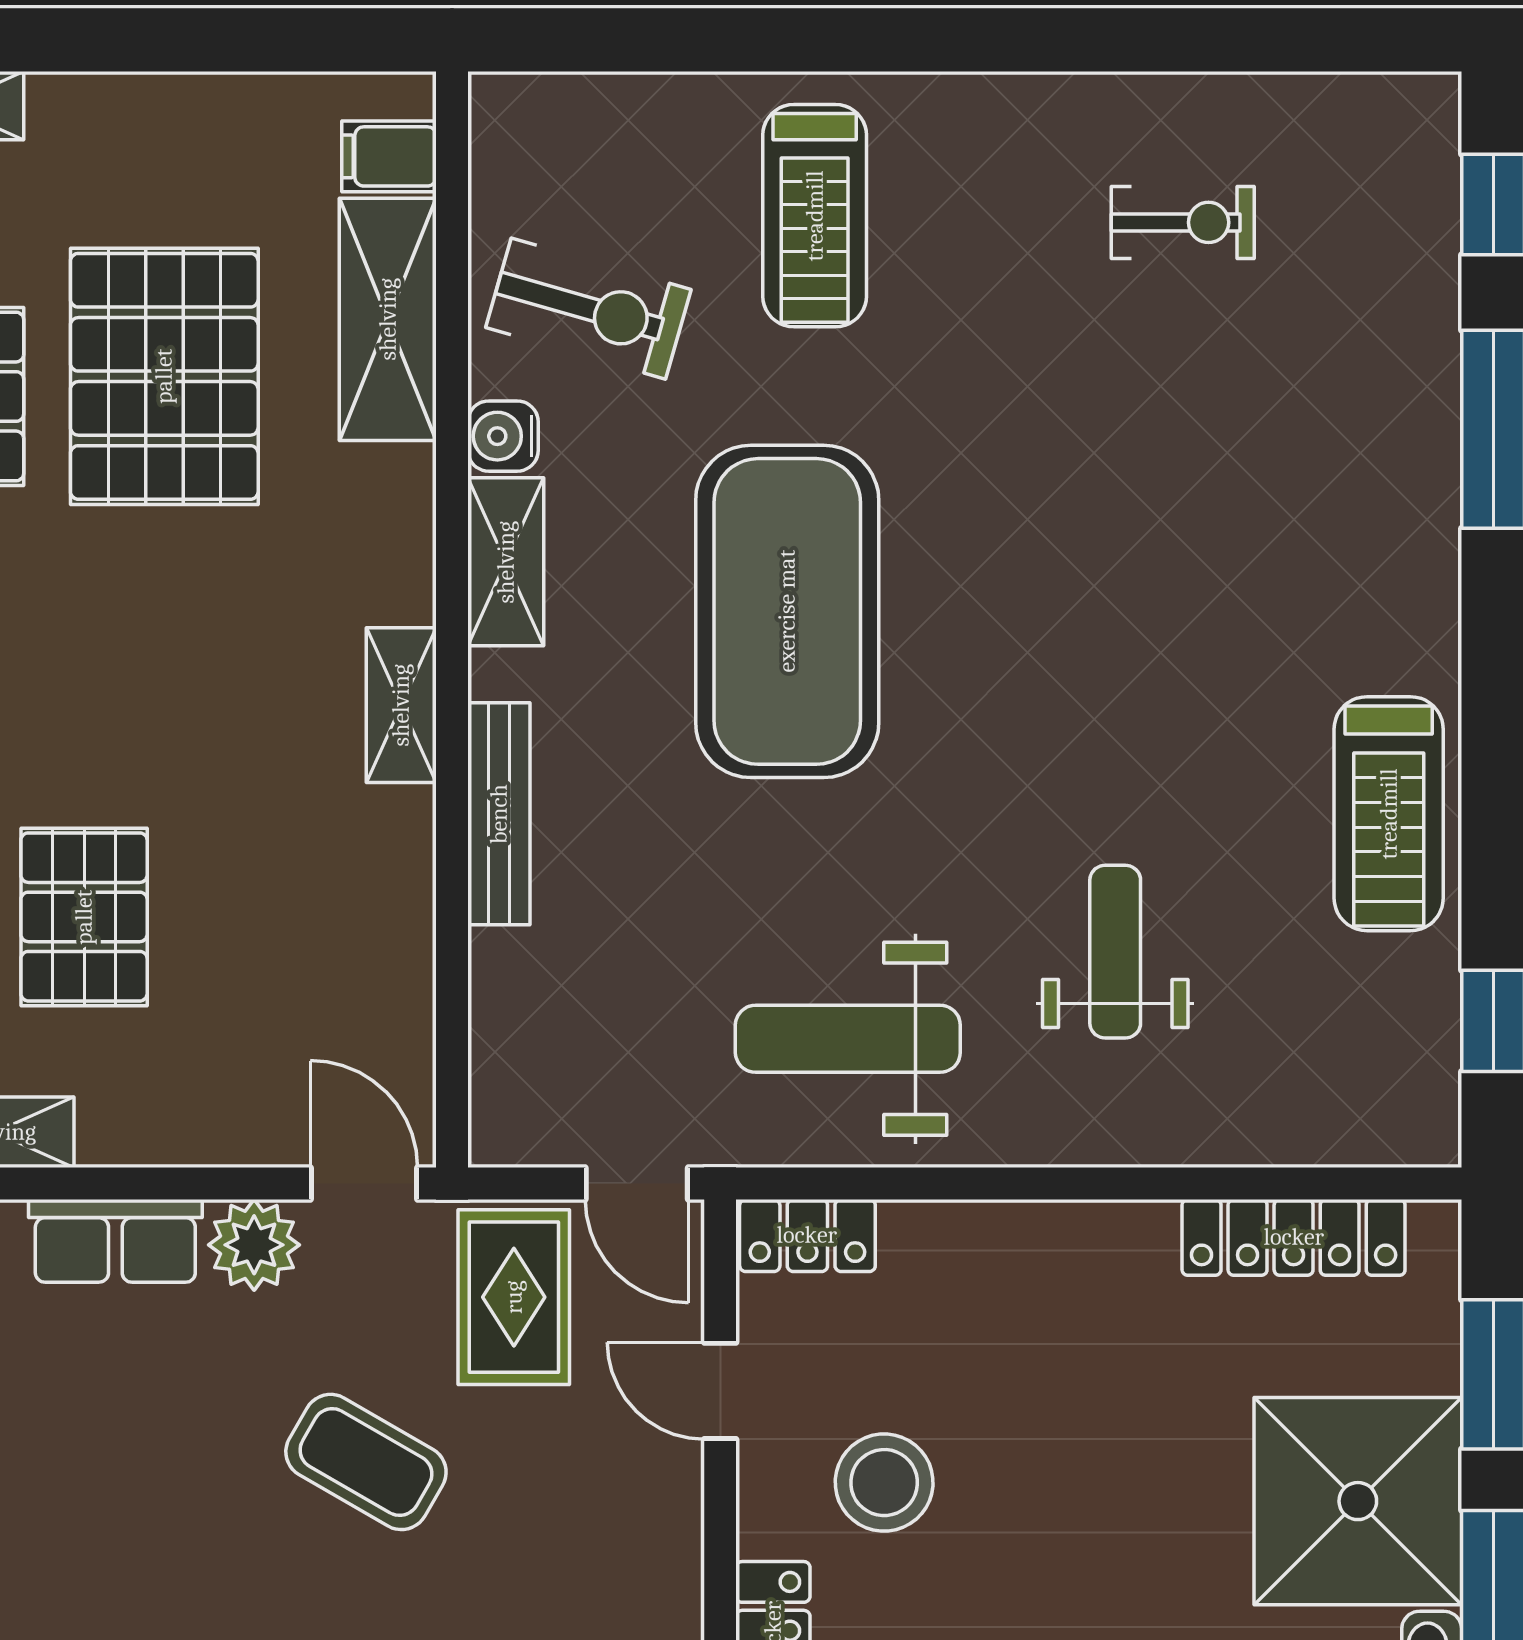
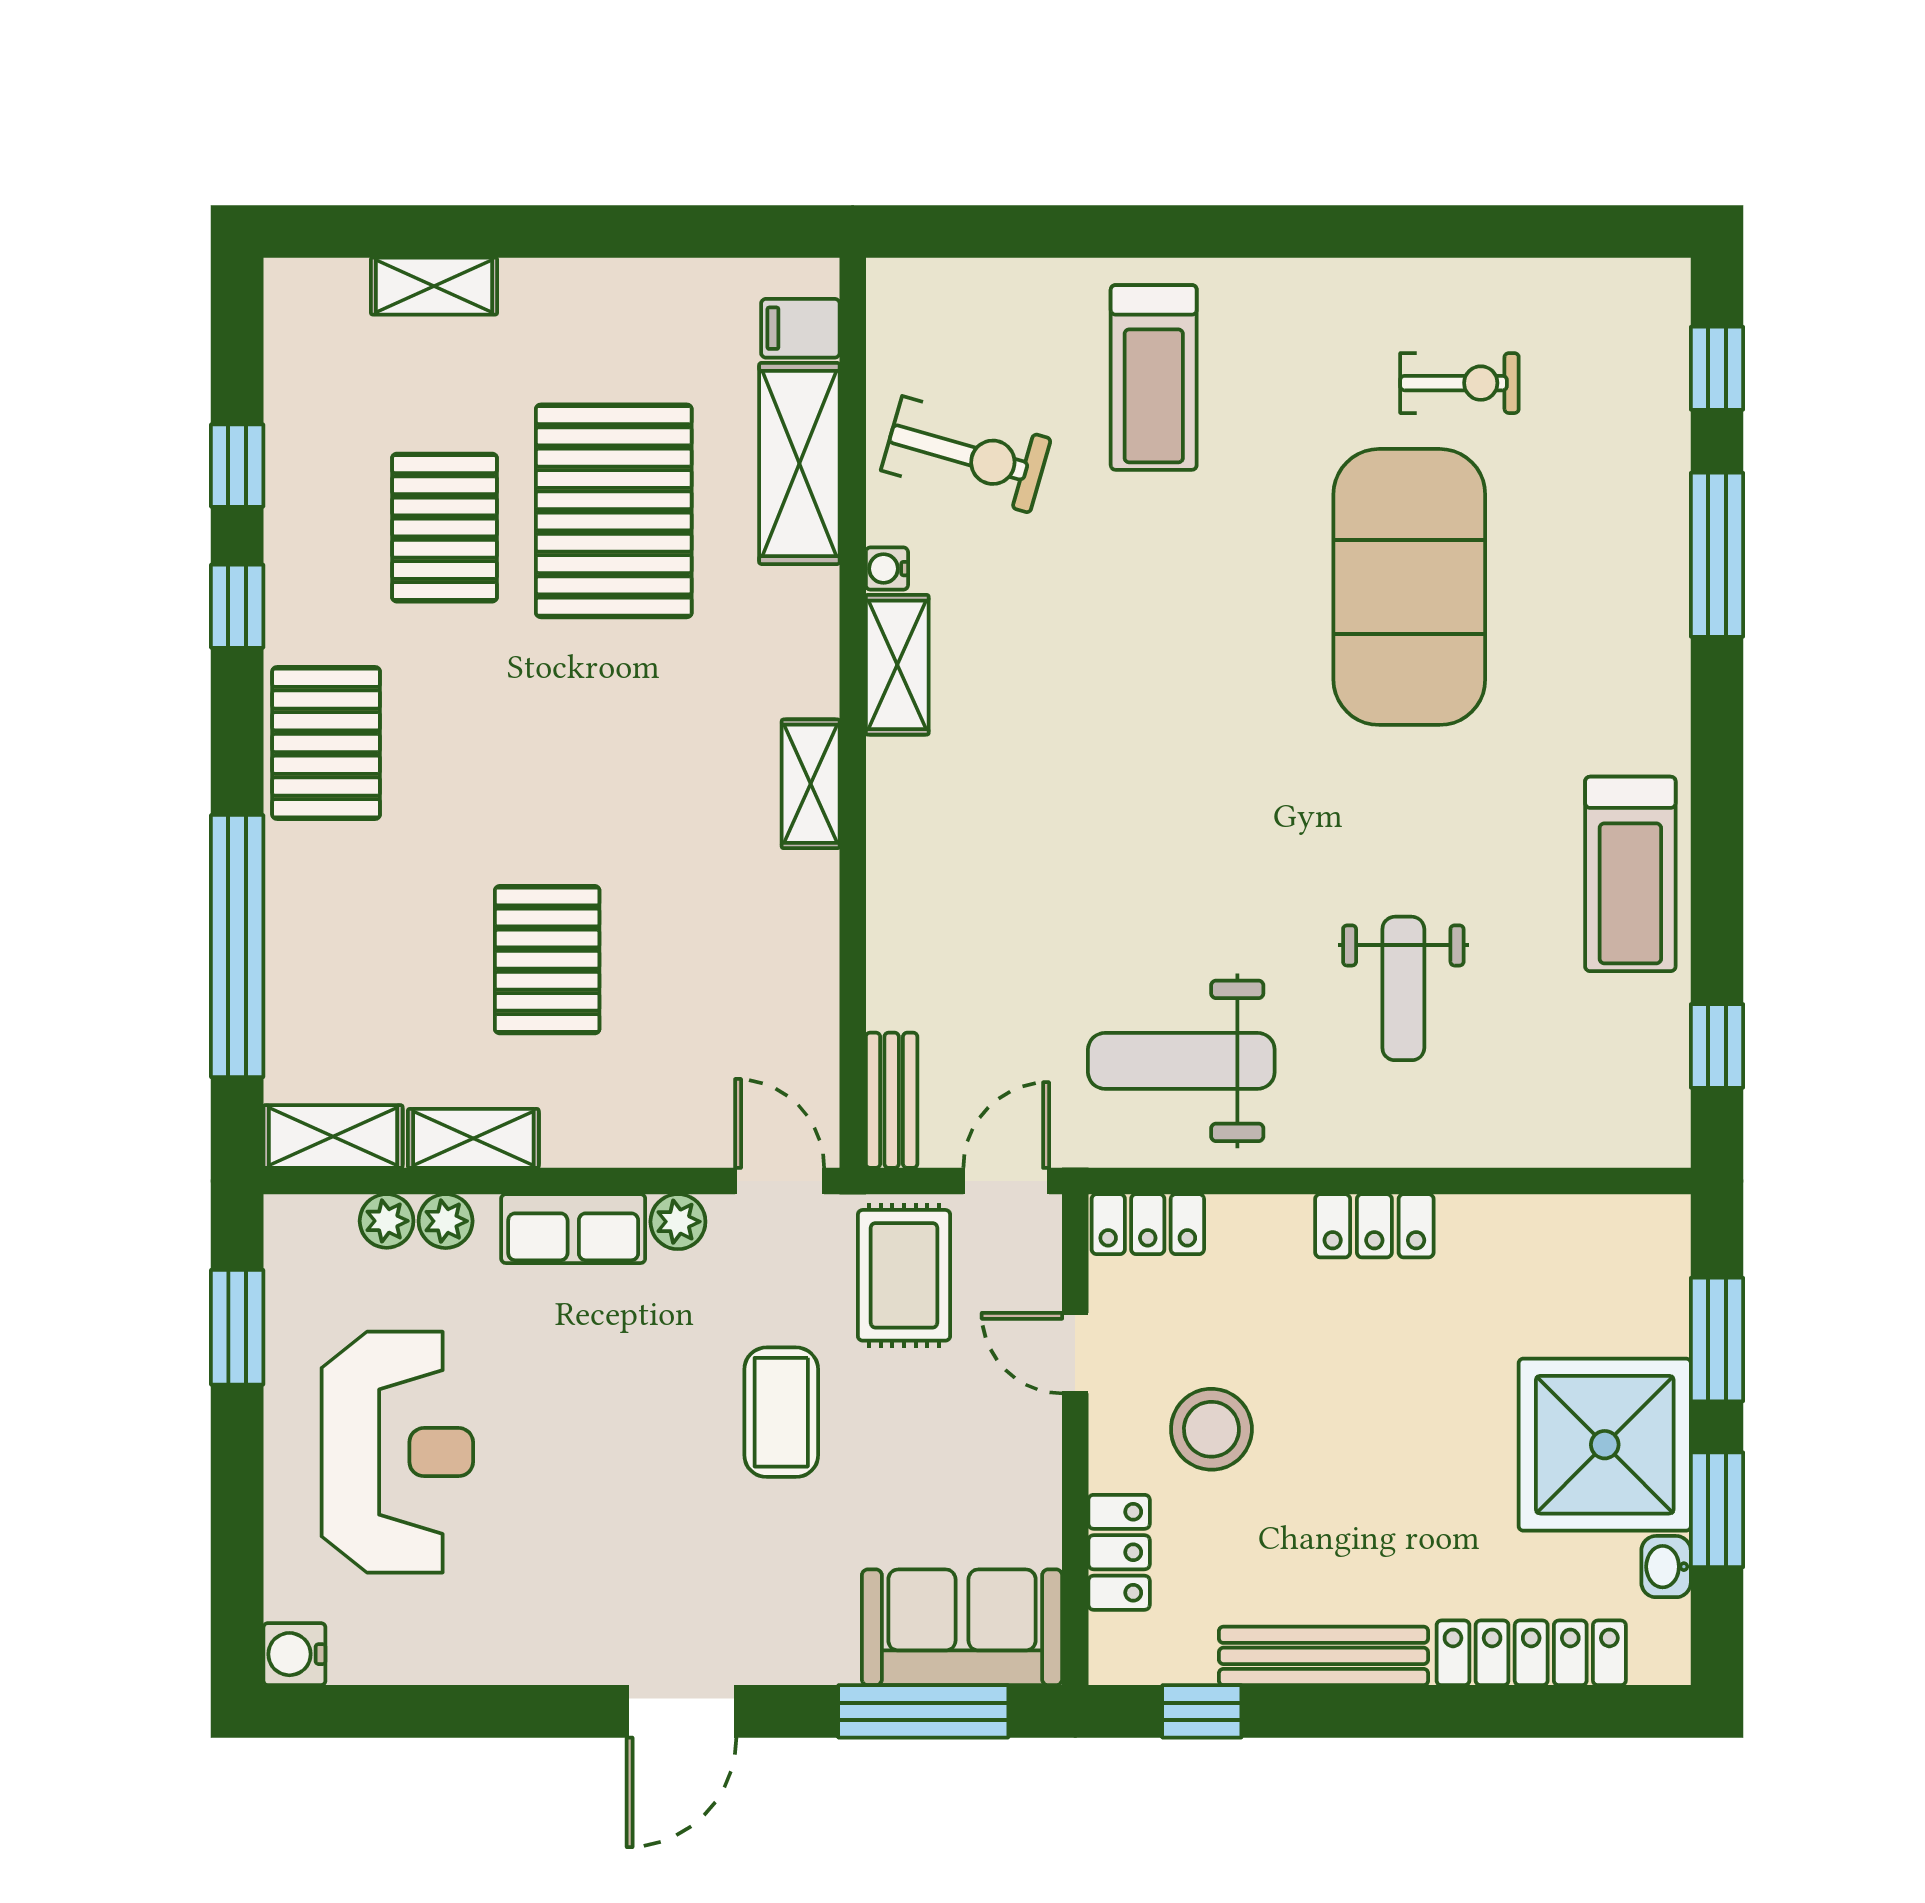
water cooler: (503, 436) -> (887, 569), width x0.72, depth x0.72
exercise mat: (787, 611) -> (1409, 587), moved
bench: (499, 814) -> (892, 1100), moved, width x0.73
weight bench: (1115, 952) -> (1403, 988), turned 180
door: (637, 1184) -> (1006, 1181), swing flipped
locker: (1294, 1237) -> (1374, 1226), moved, width x0.66
plant: (254, 1245) -> (678, 1222), width x0.73, depth x0.73
coffee table: (366, 1462) -> (781, 1412), turned 60

